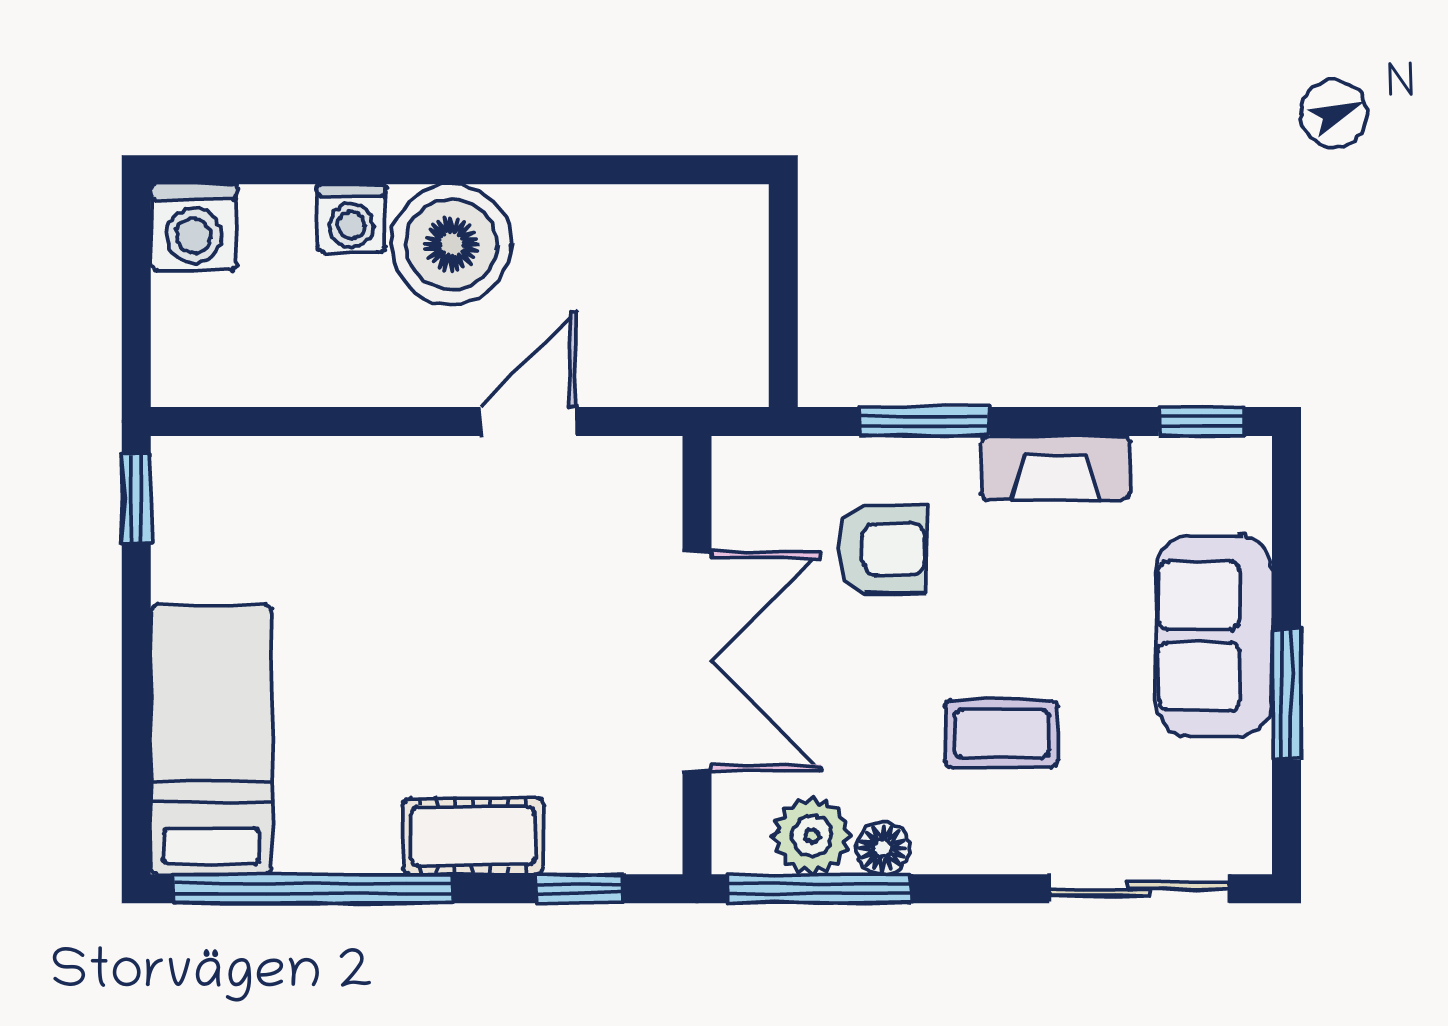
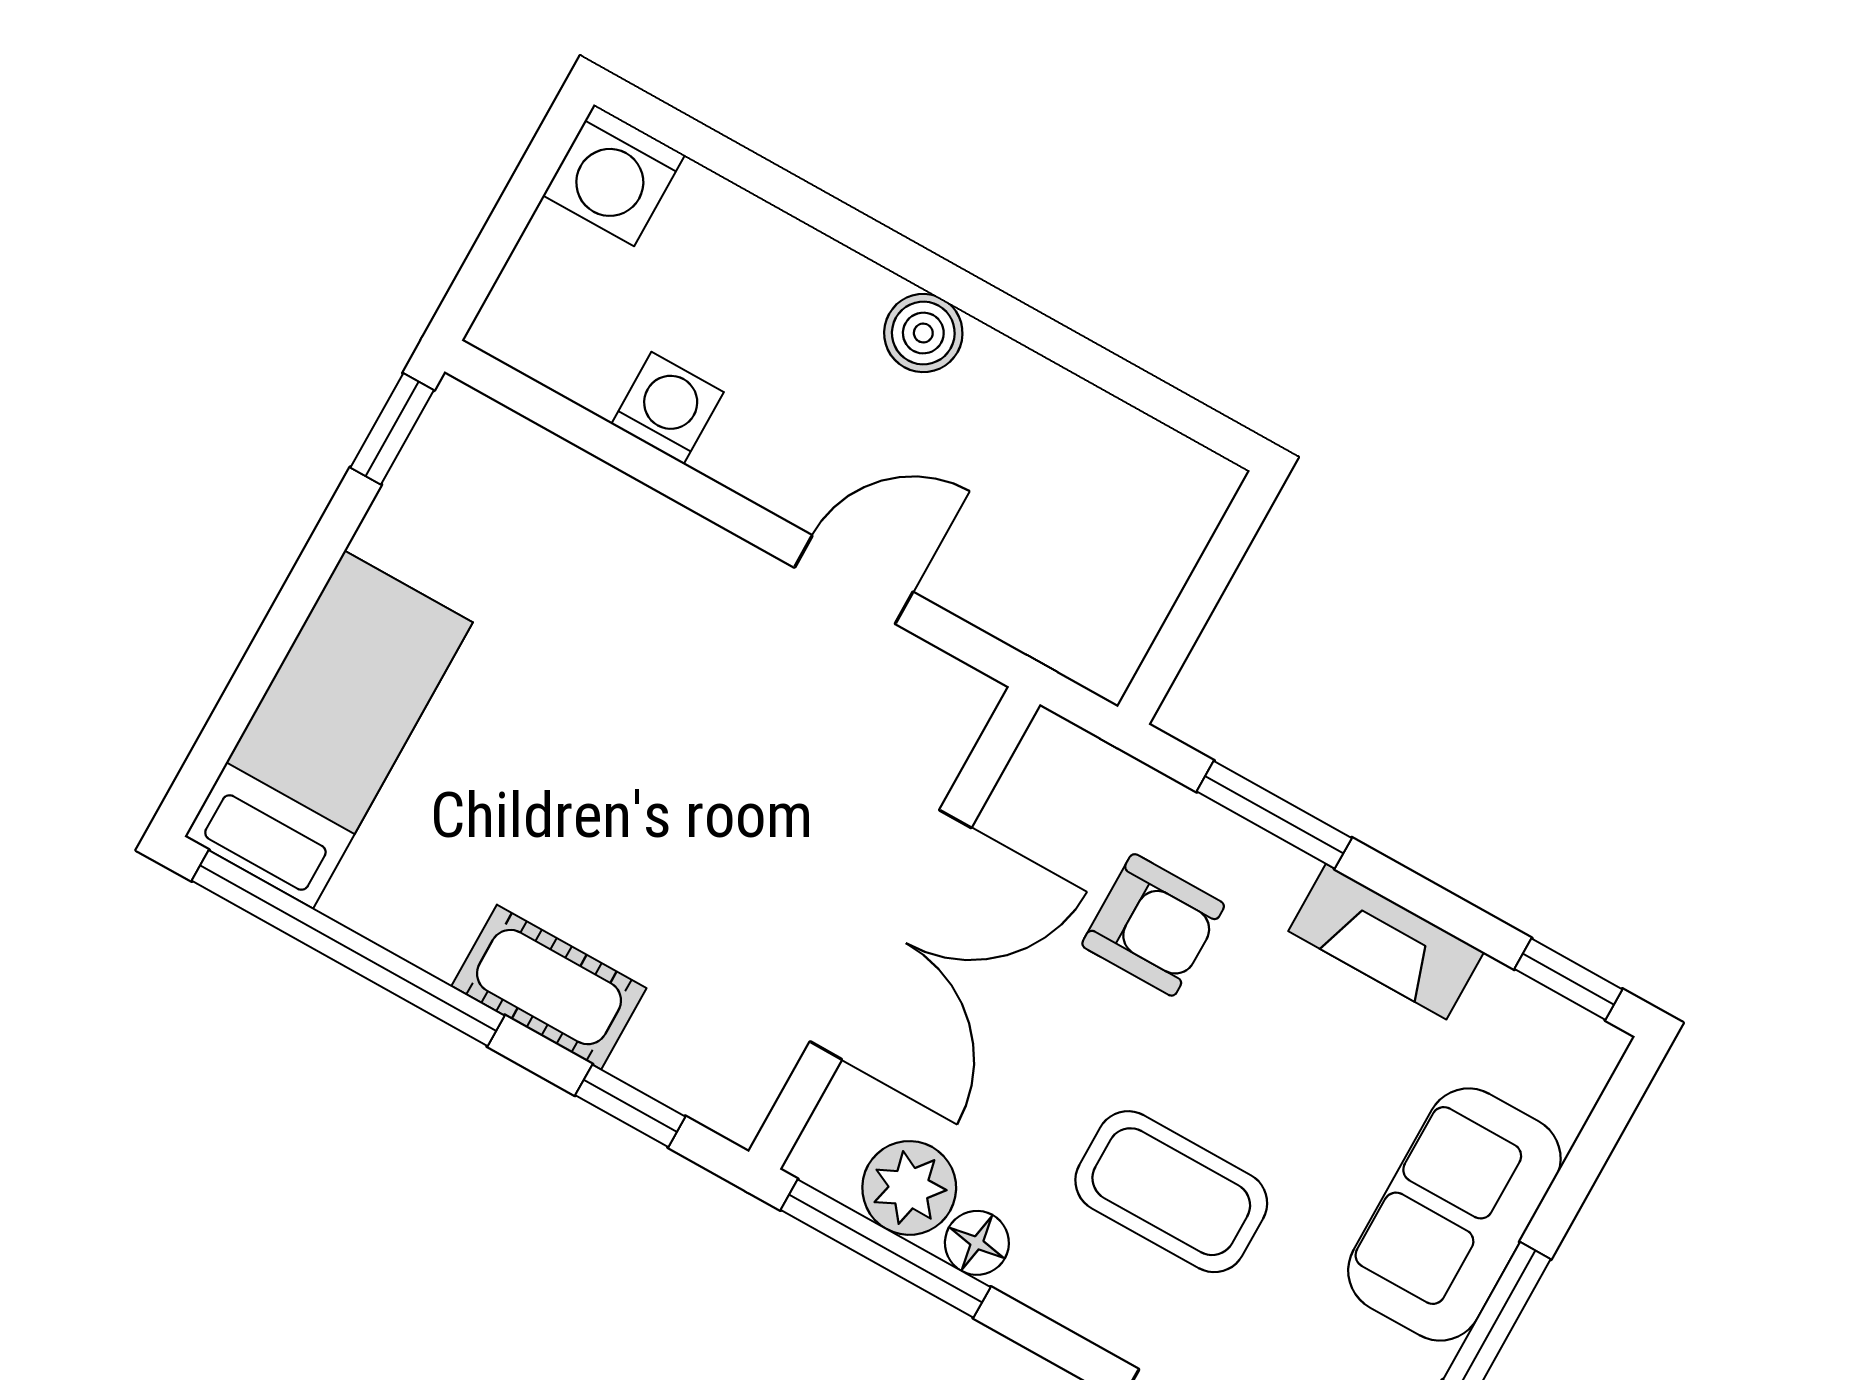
washing machine: (351, 218) -> (667, 408), moved, turned 180
boiler: (451, 244) -> (923, 333), width x0.54, depth x0.54
coffee table: (1002, 733) -> (1171, 1192), width x1.36, depth x1.30

